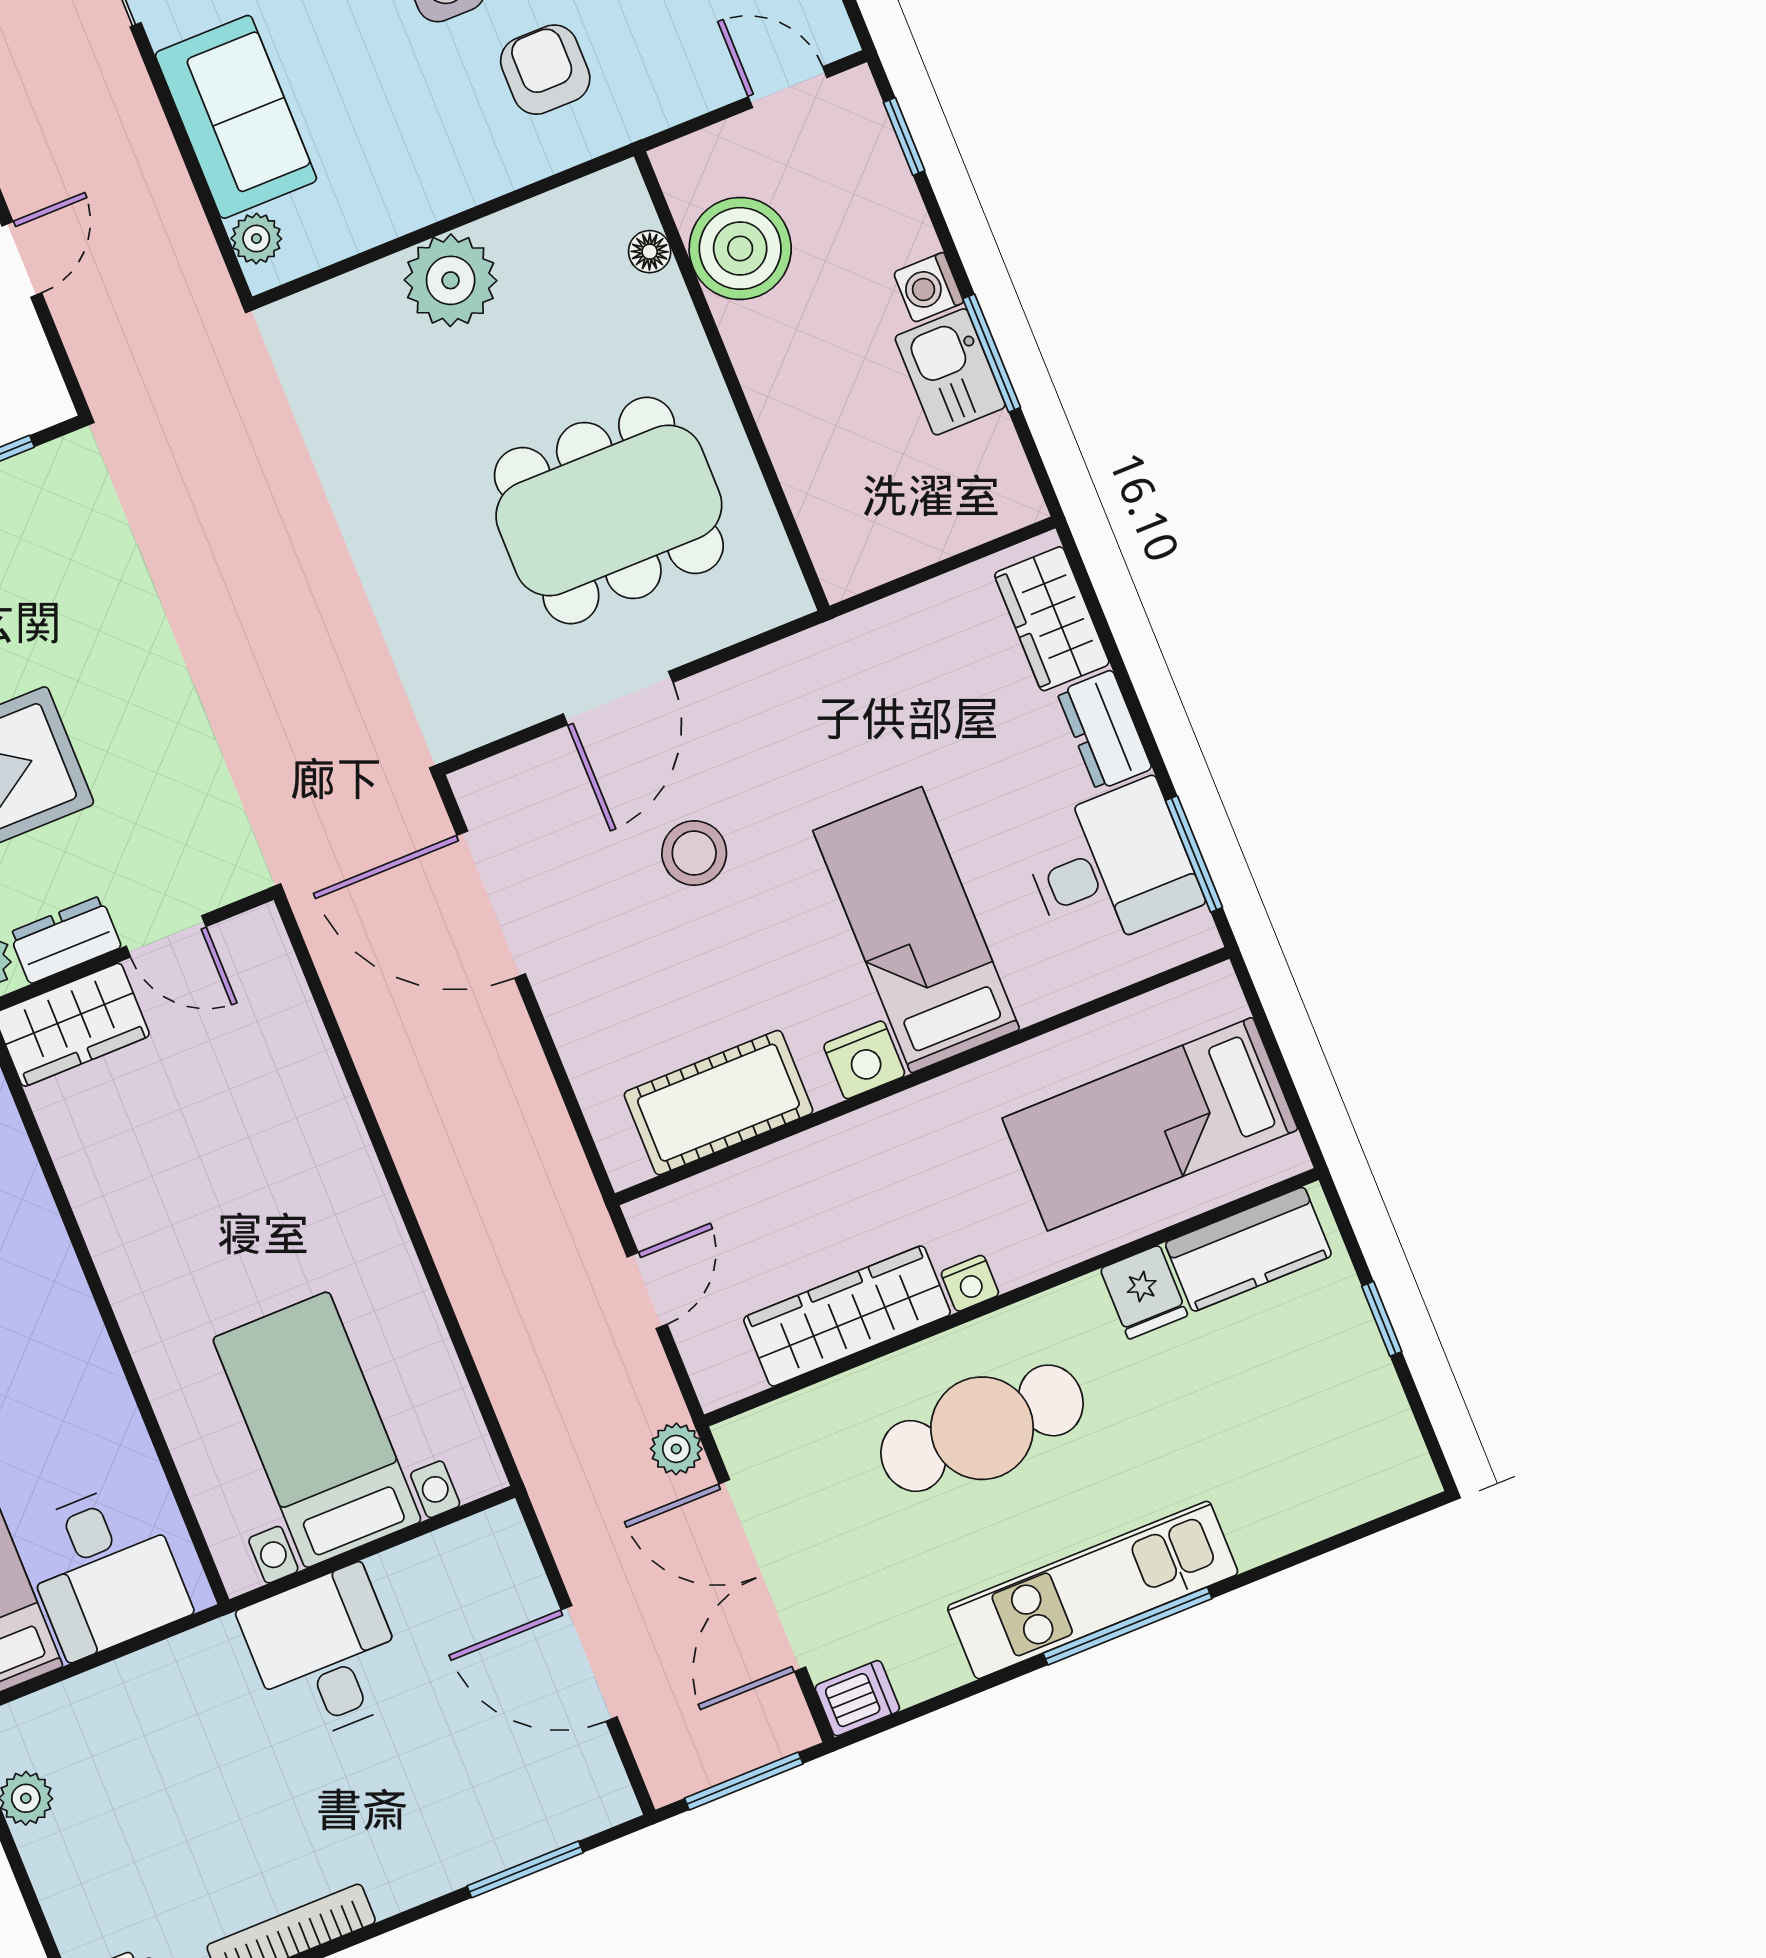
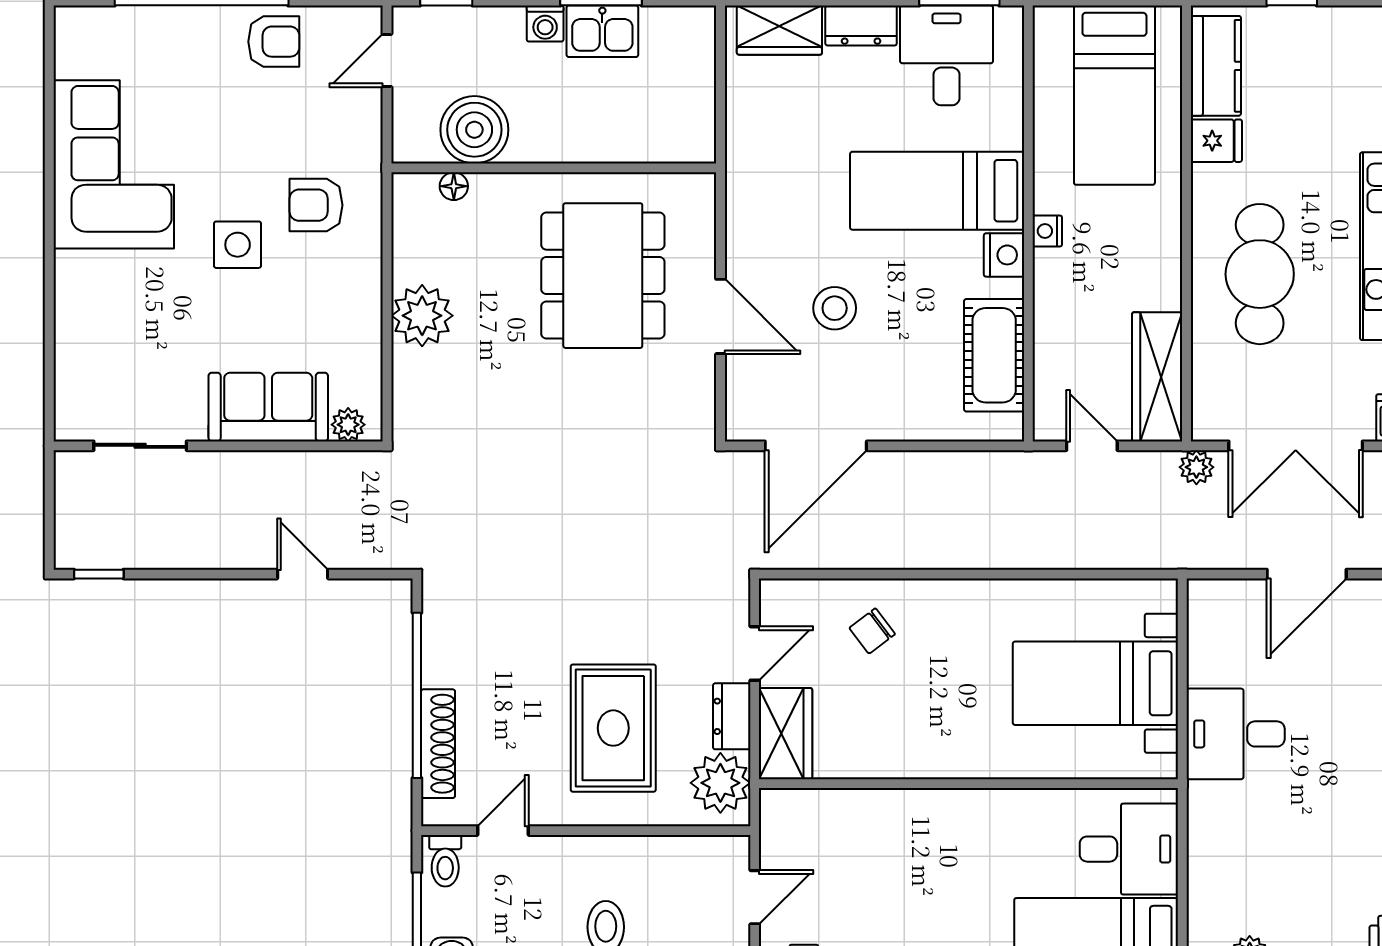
chair: (264, 1088) -> (872, 631), added
nightstand: (970, 1283) -> (1047, 231), moved, turned 180
wardrobe: (847, 1316) -> (1157, 377), moved

